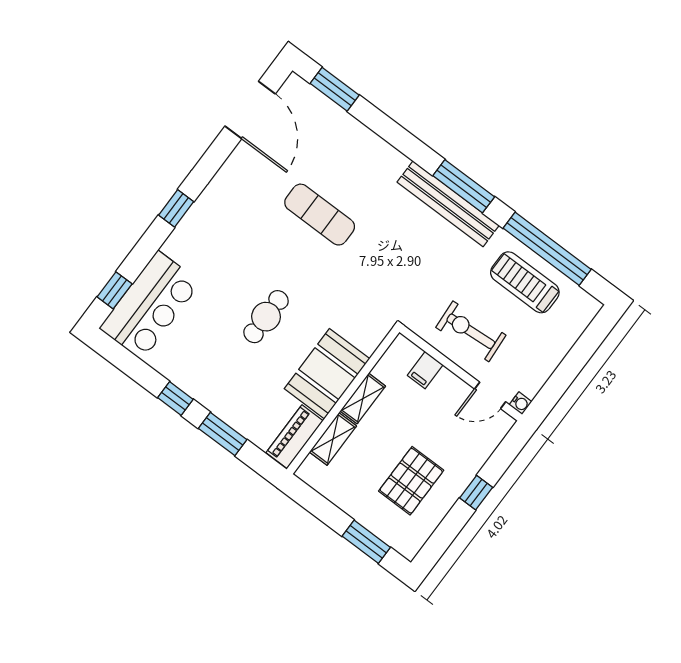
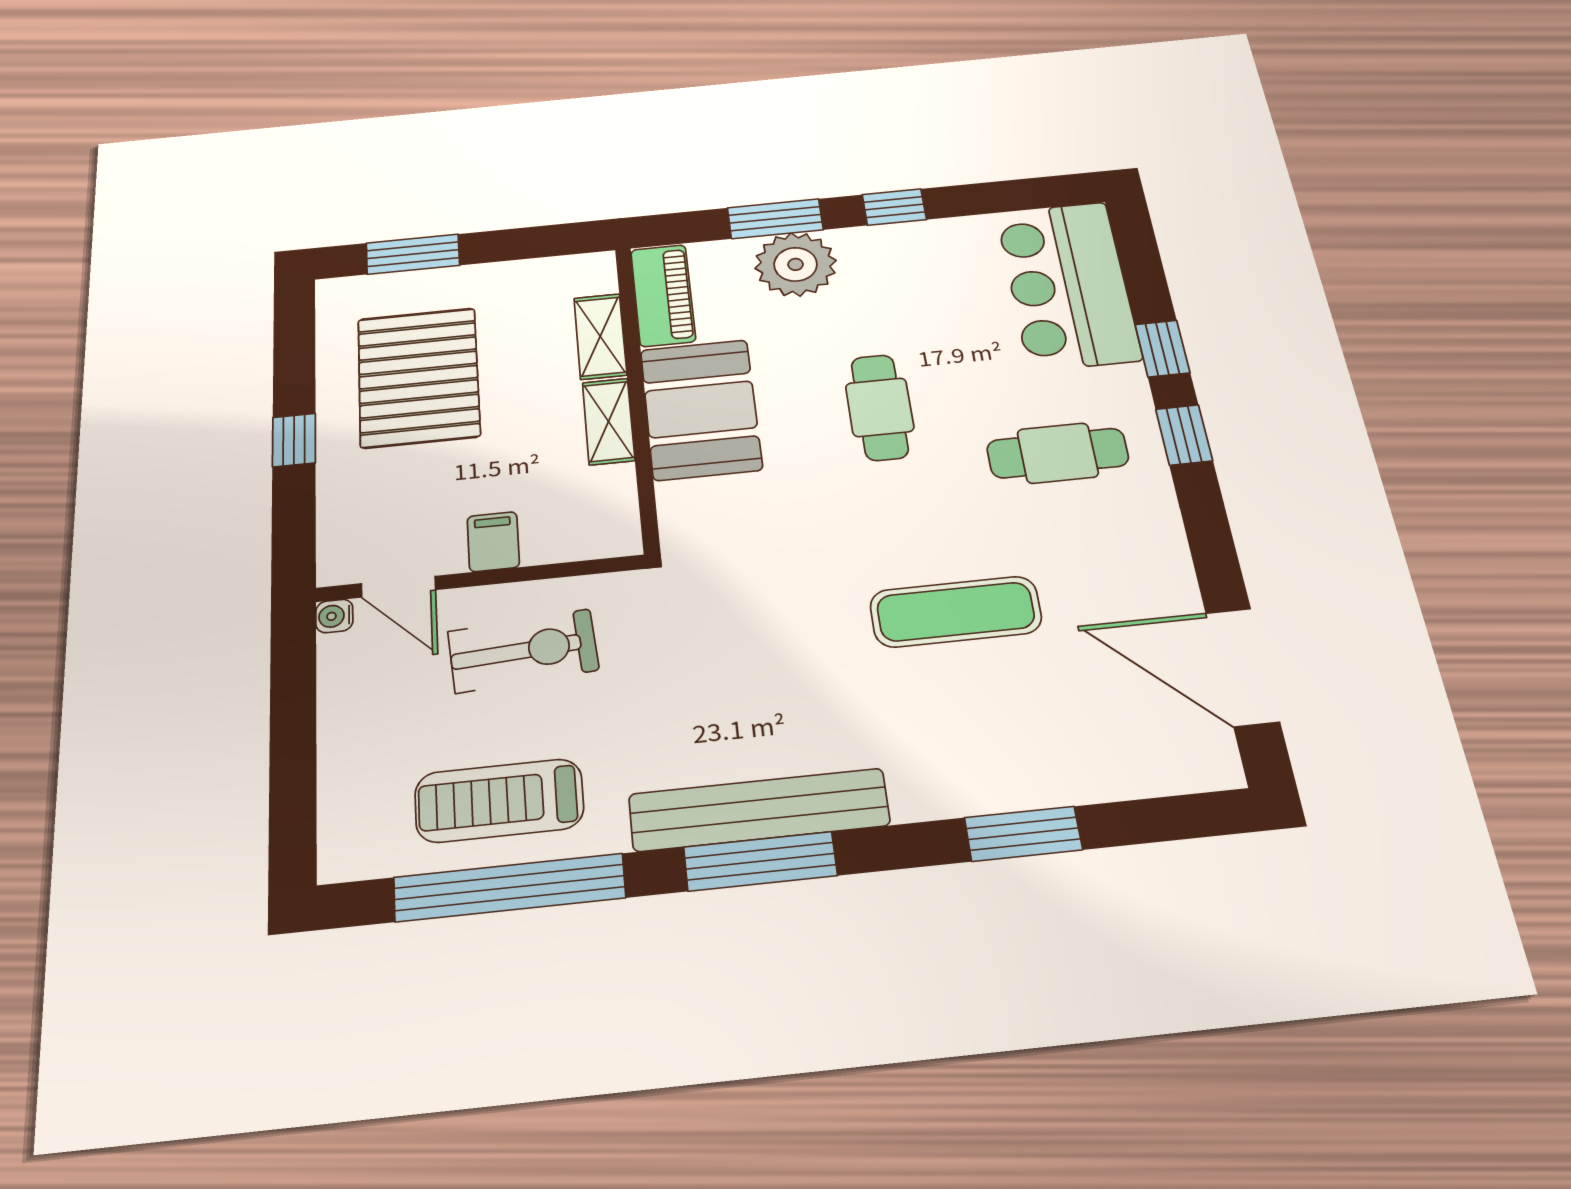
window: (335, 89) -> (1023, 834), moved
cafe table: (225, 242) -> (1058, 453), added
treadmill: (525, 282) -> (499, 801), turned 180
window: (115, 290) -> (1162, 349), moved
filing cabinet: (425, 370) -> (493, 542), moved
door: (490, 395) -> (398, 587), swing flipped
plant: (235, 406) -> (796, 264), added
pallet: (411, 481) -> (418, 377), width x1.37, depth x1.41

